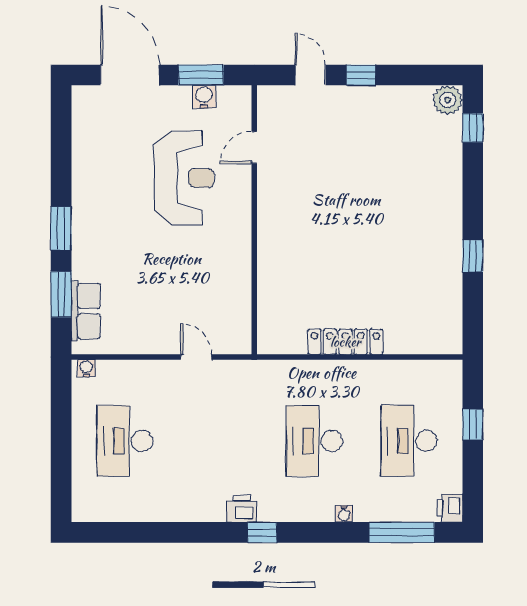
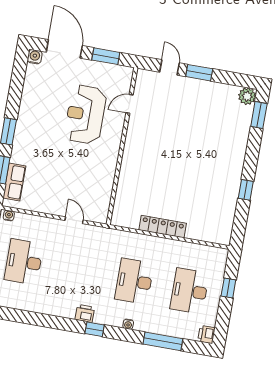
window: (361, 75) -> (199, 73), width x1.50
water cooler: (204, 97) -> (35, 57), moved
window: (473, 128) -> (259, 115), width x1.50
reception desk: (184, 178) -> (85, 114), turned 180
water cooler: (344, 514) -> (128, 324), moved
window: (402, 532) -> (163, 341), moved

